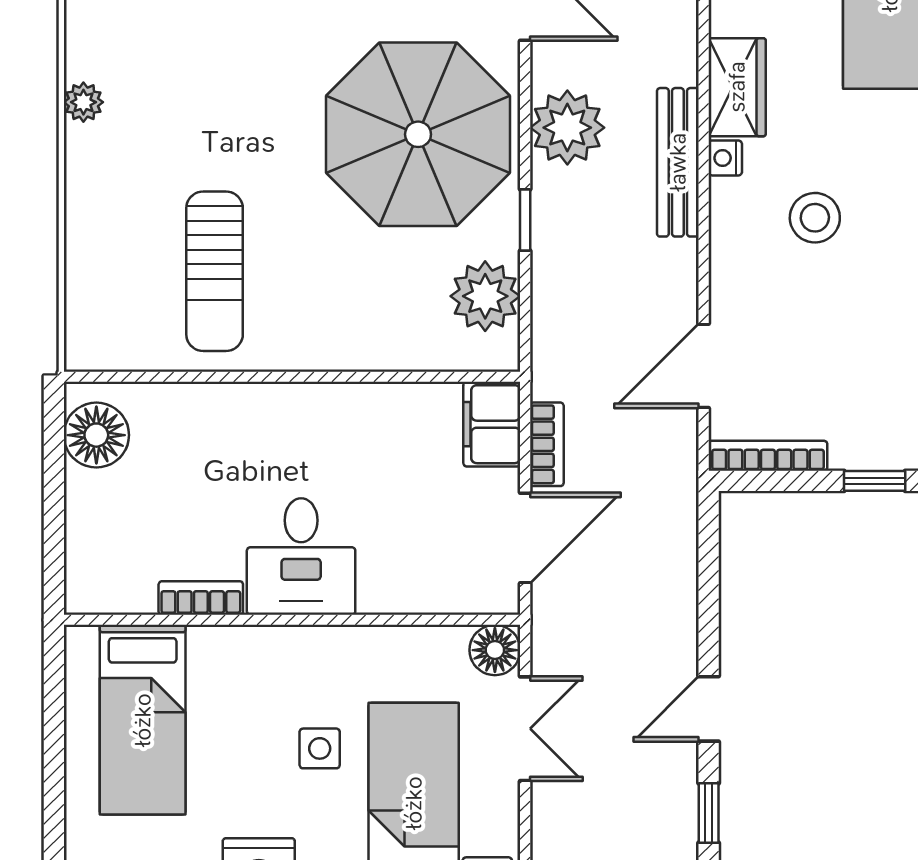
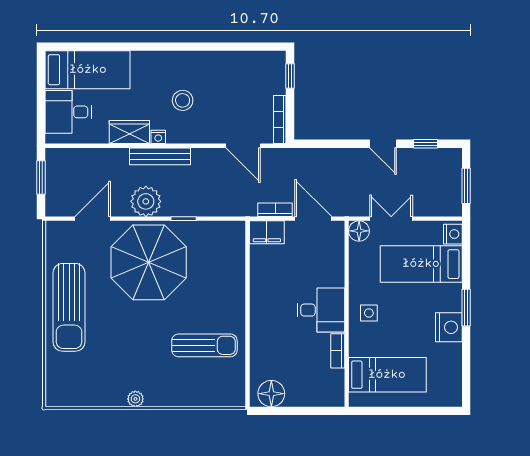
plant: (485, 296) -> (215, 235), removed
side table: (320, 748) -> (369, 313), moved

